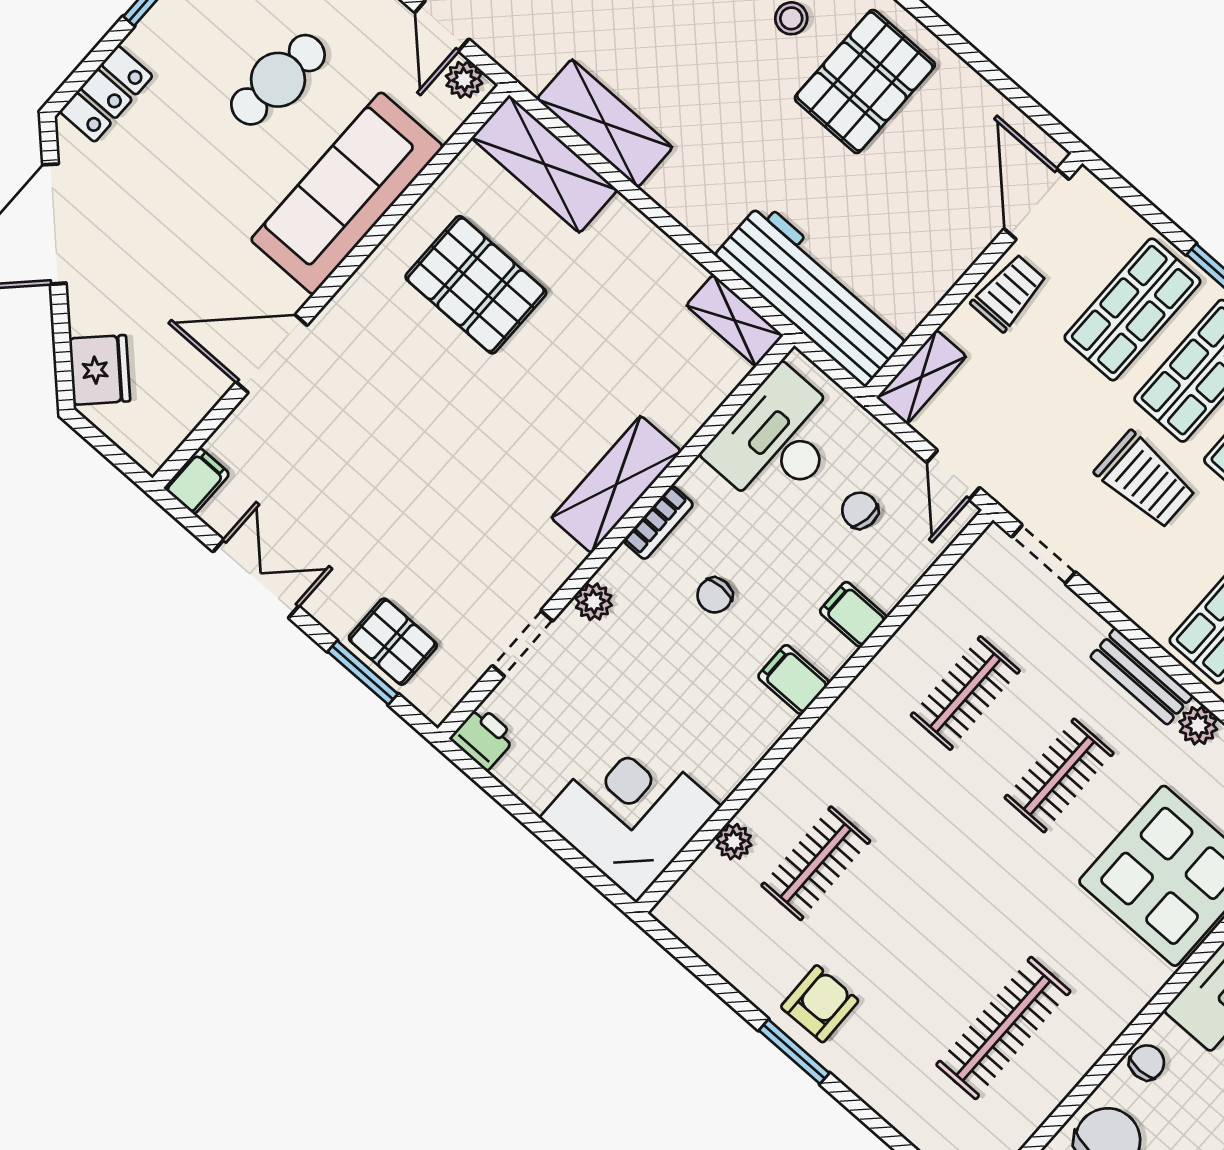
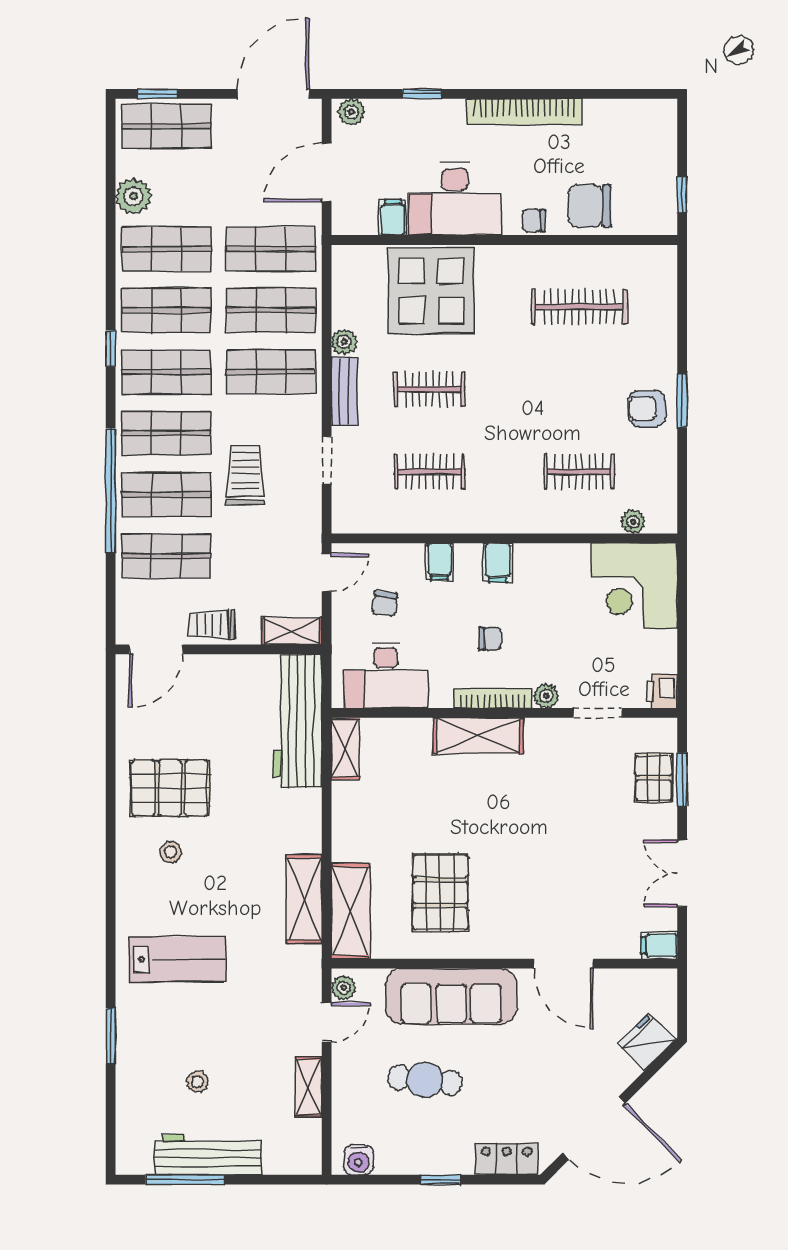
bookcase: (658, 522) -> (493, 698), width x1.56
doorway: (1044, 554) -> (327, 460), moved
plant: (734, 842) -> (633, 522), moved

